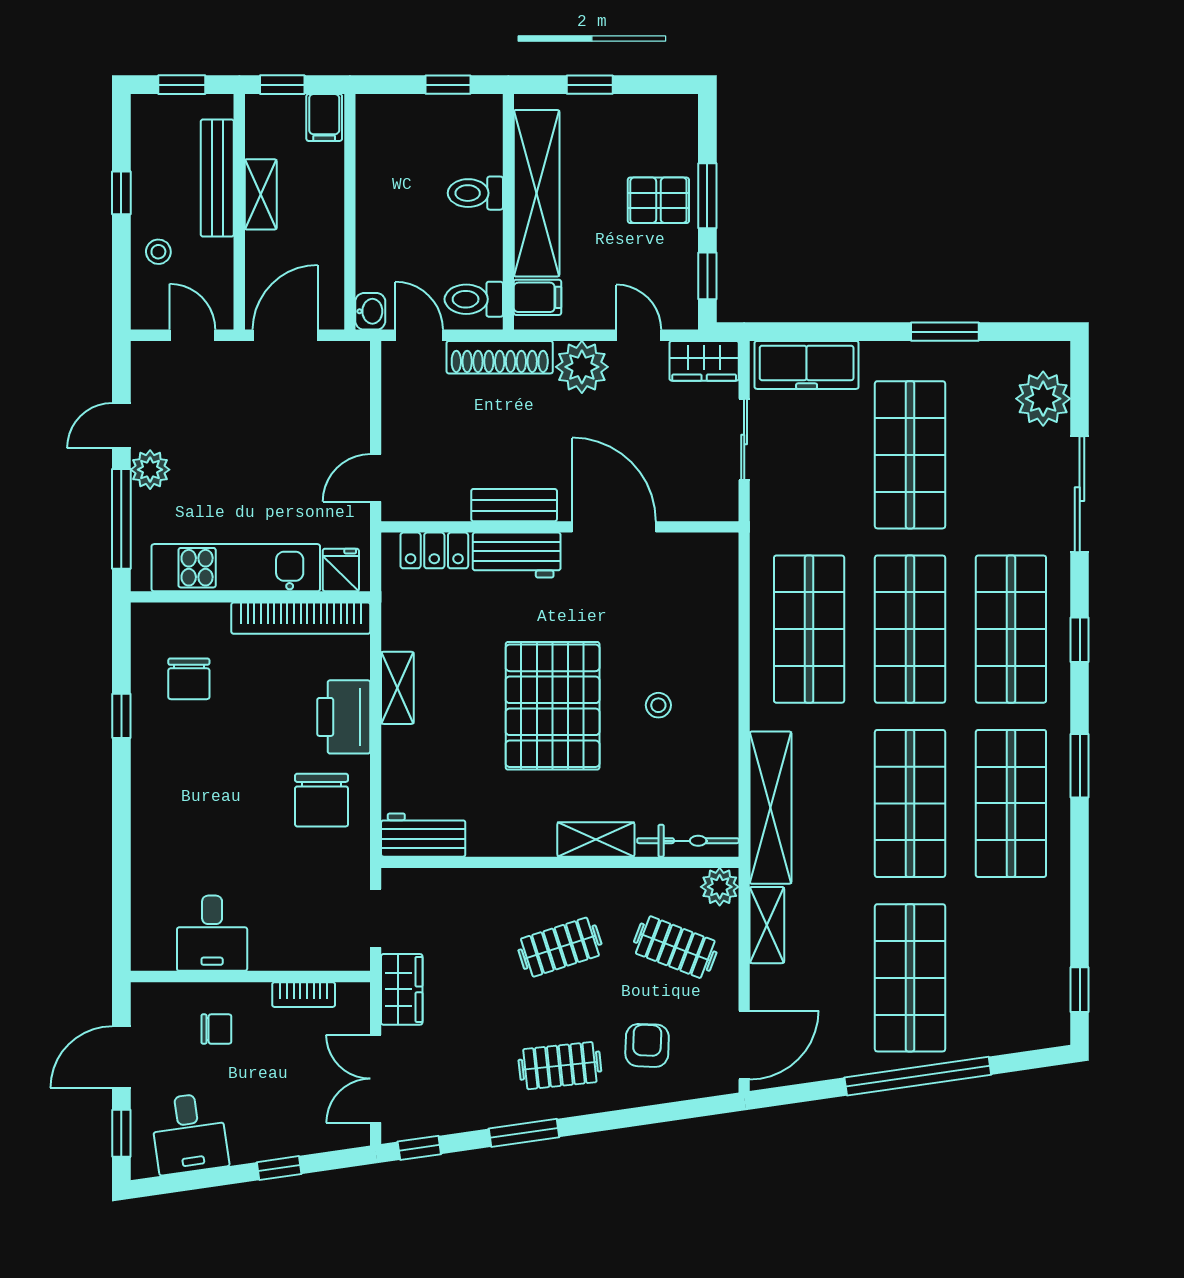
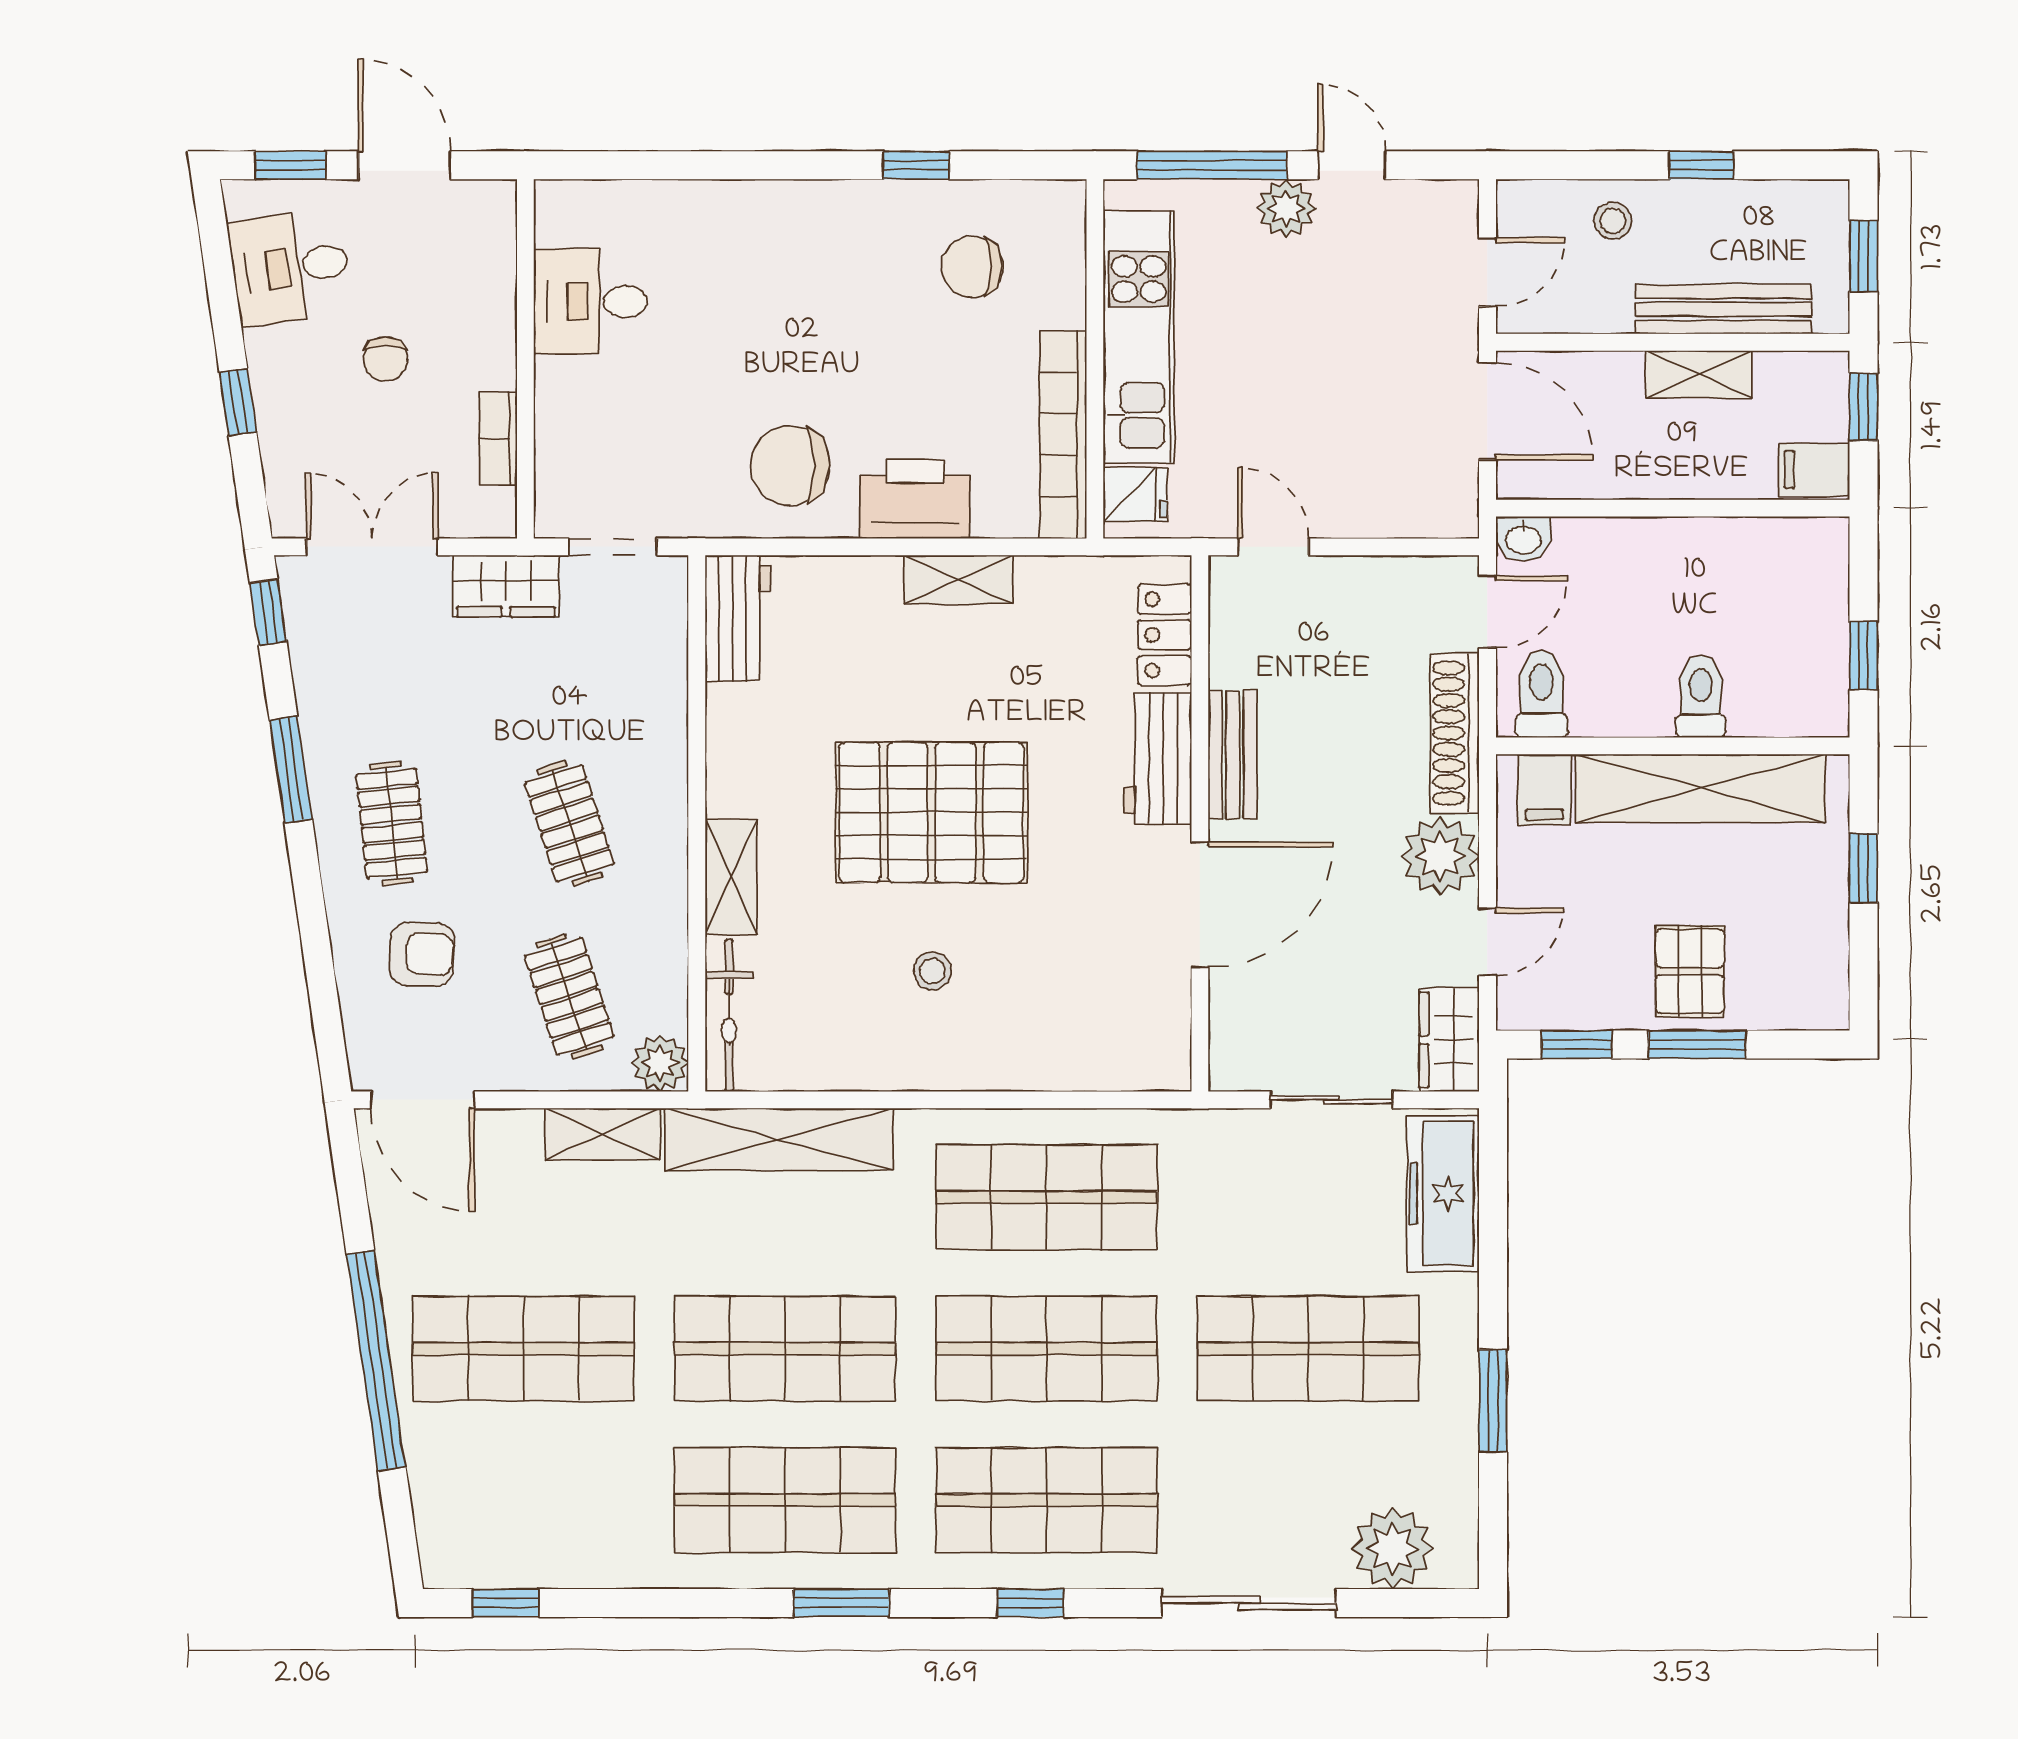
clothes rail: (675, 947) -> (569, 996), turned -39
chair: (216, 1029) -> (385, 359), moved

